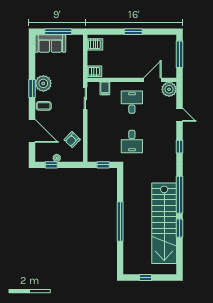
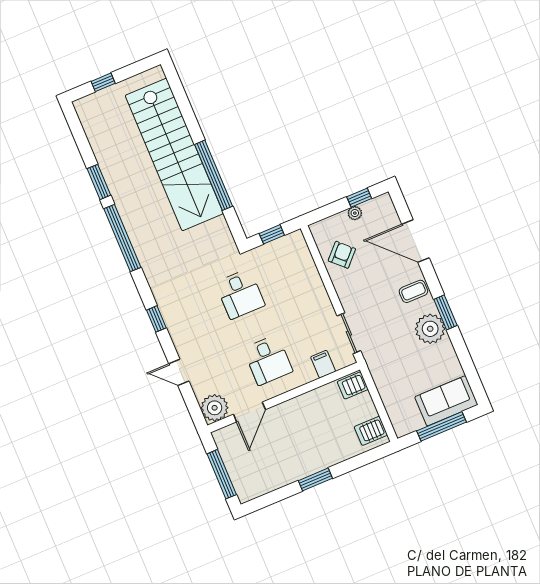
desk: (132, 141) -> (240, 294), turned 180
window: (120, 222) -> (214, 175), moved
stairs: (164, 223) -> (174, 154), moved, turned 180
window: (145, 278) -> (103, 82), moved

